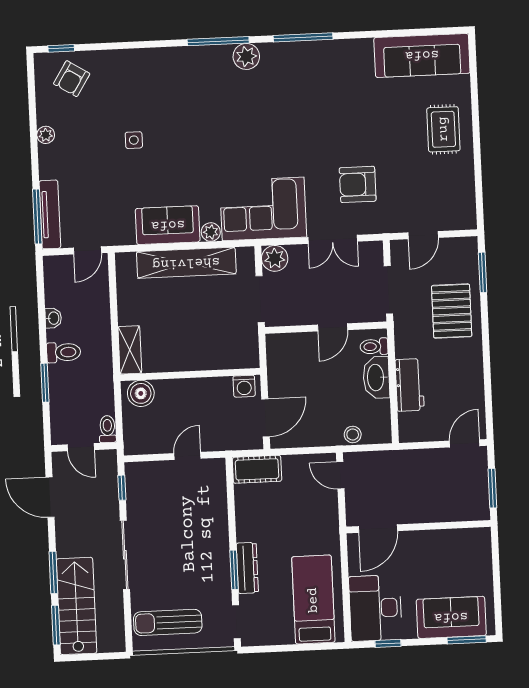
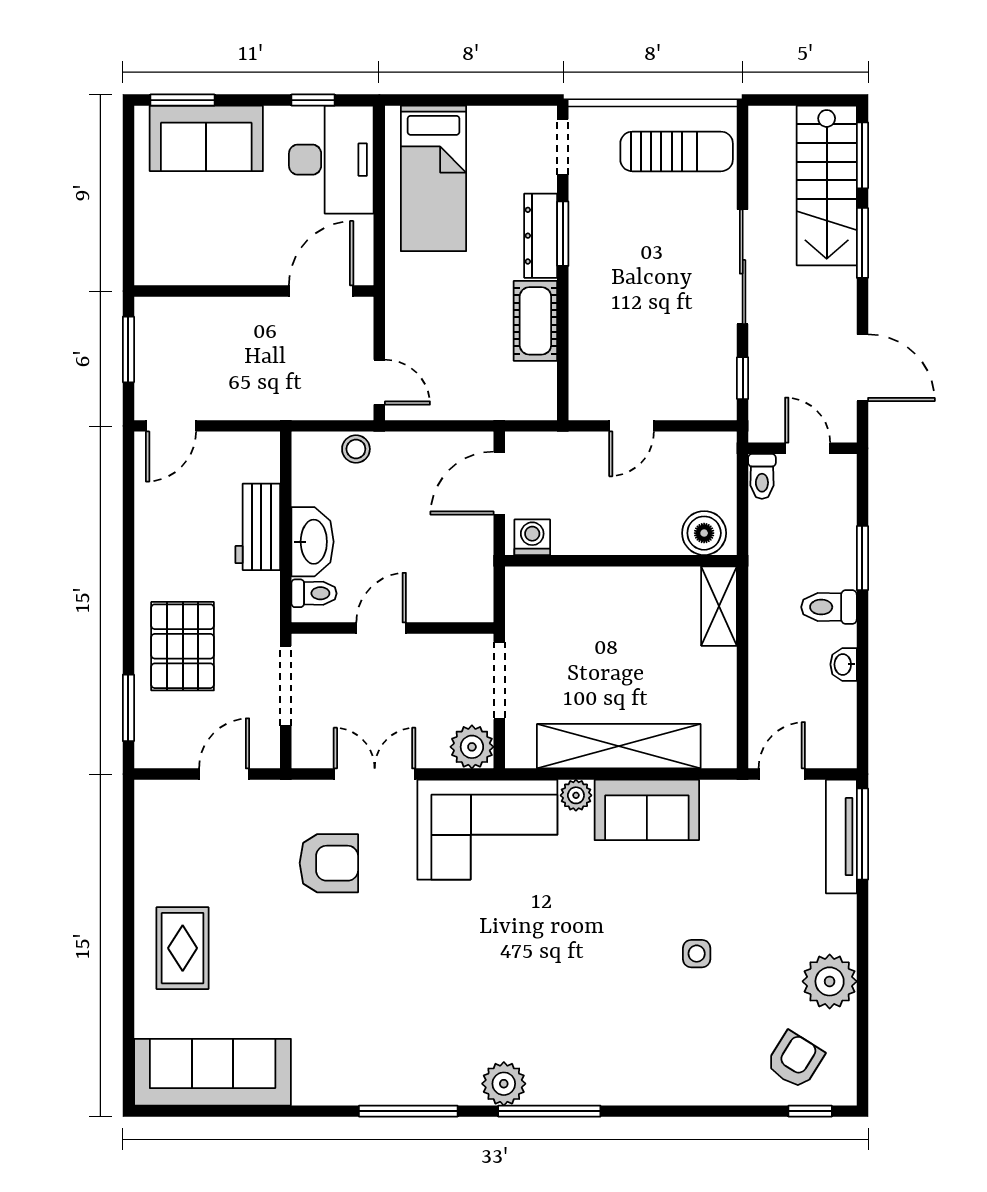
plant: (46, 135) -> (830, 981), width x1.88, depth x1.88
cot: (257, 469) -> (535, 321), moved, turned 90

